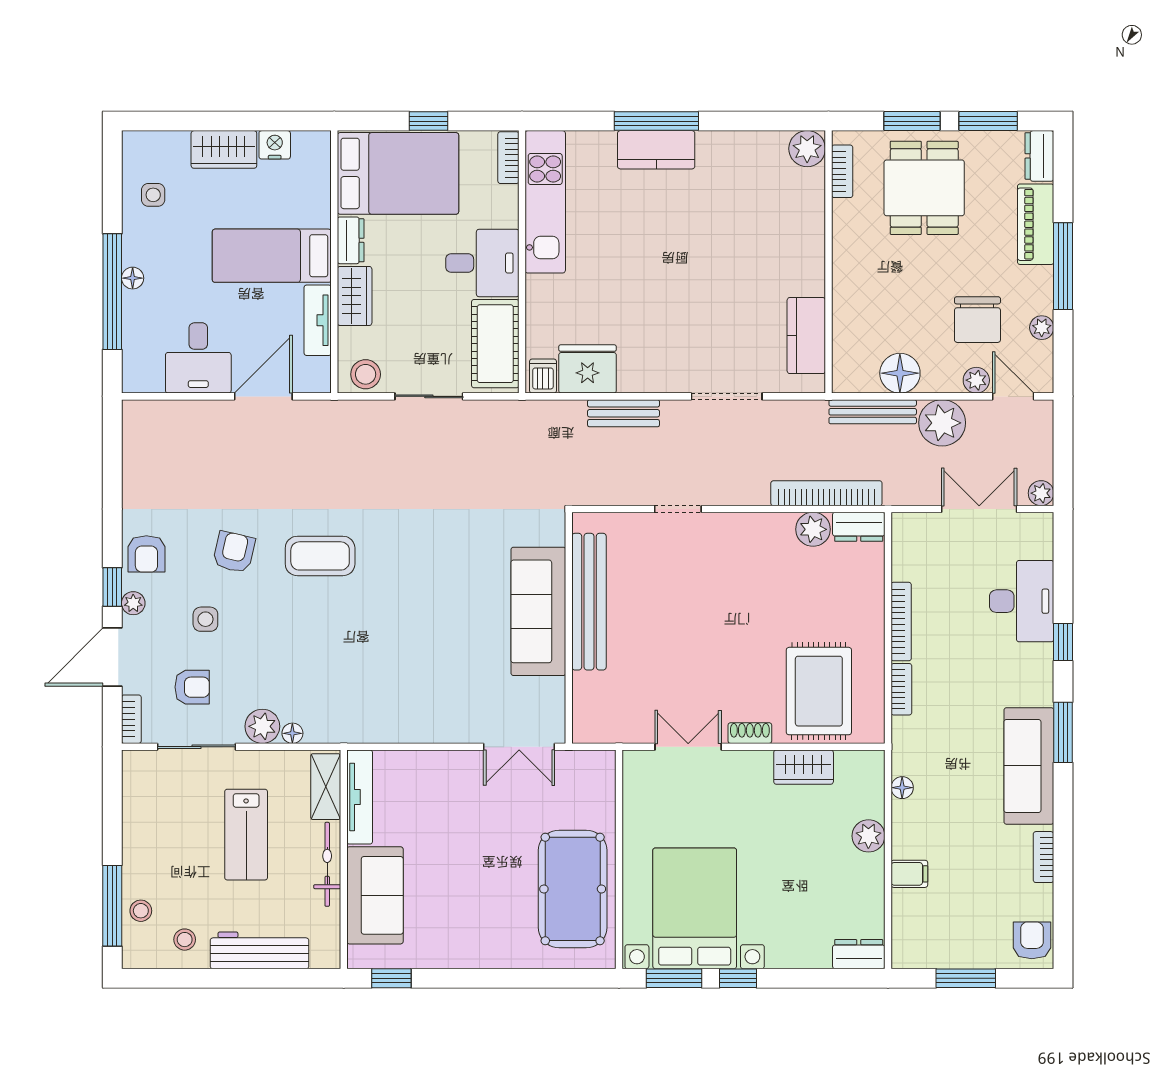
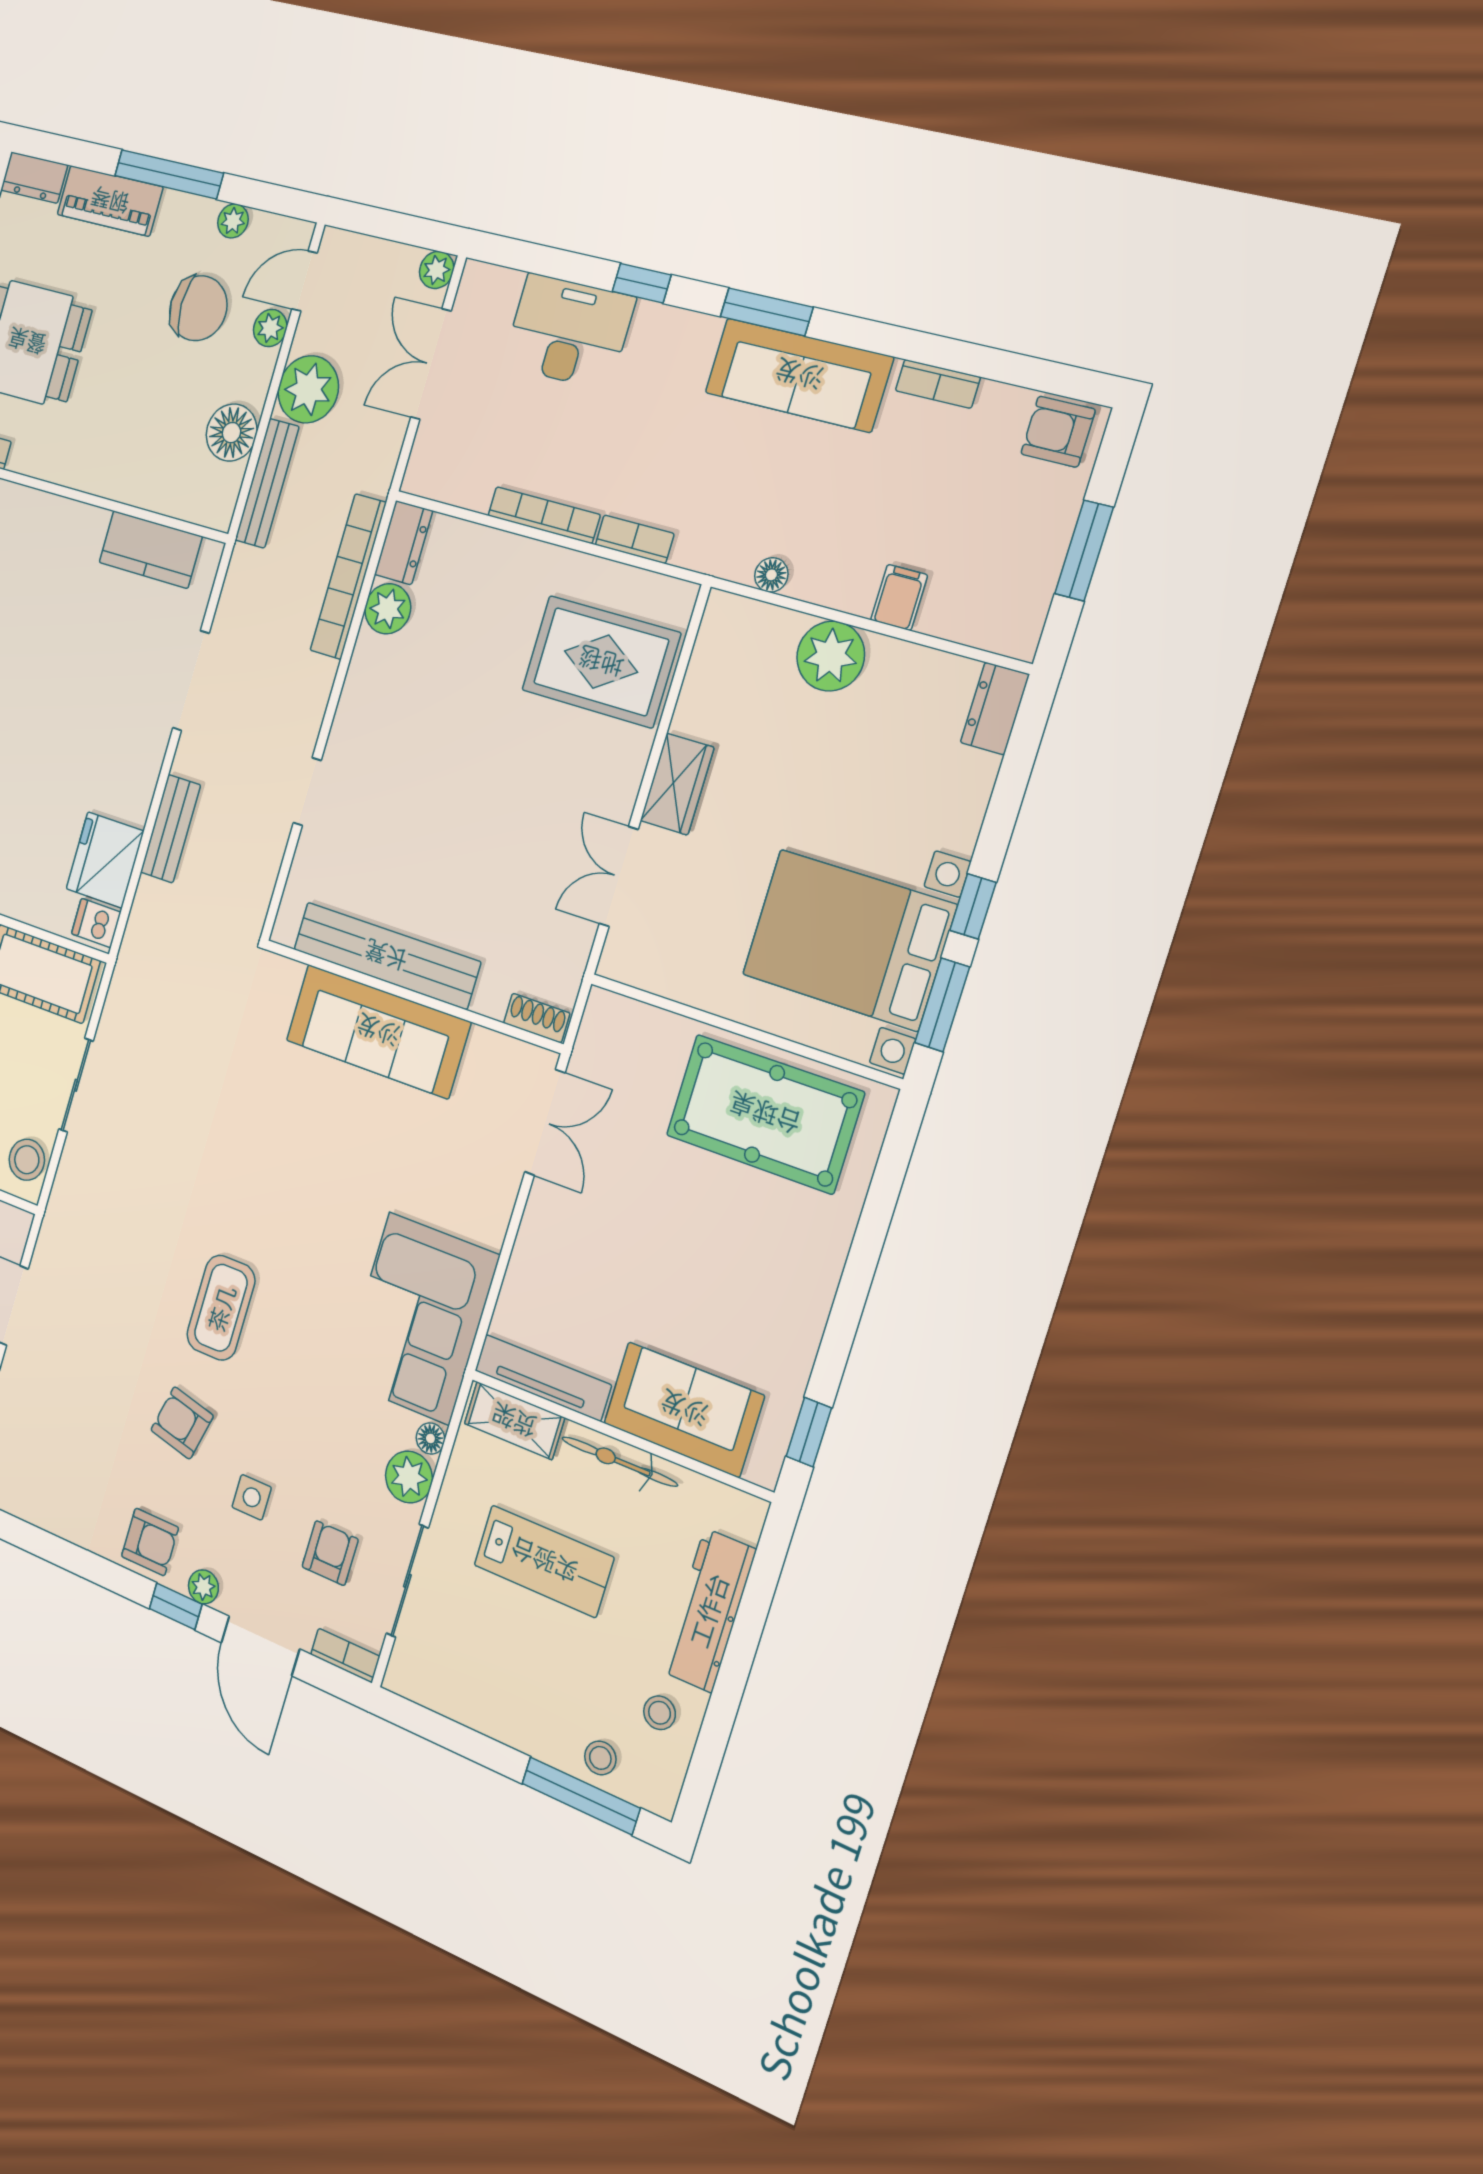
corner sofa: (365, 701) -> (419, 1318), added
shoe rack: (750, 733) -> (537, 1018), moved, turned 90
wardrobe: (804, 767) -> (677, 784), moved
plant: (868, 836) -> (831, 656), width x1.36, depth x1.36

